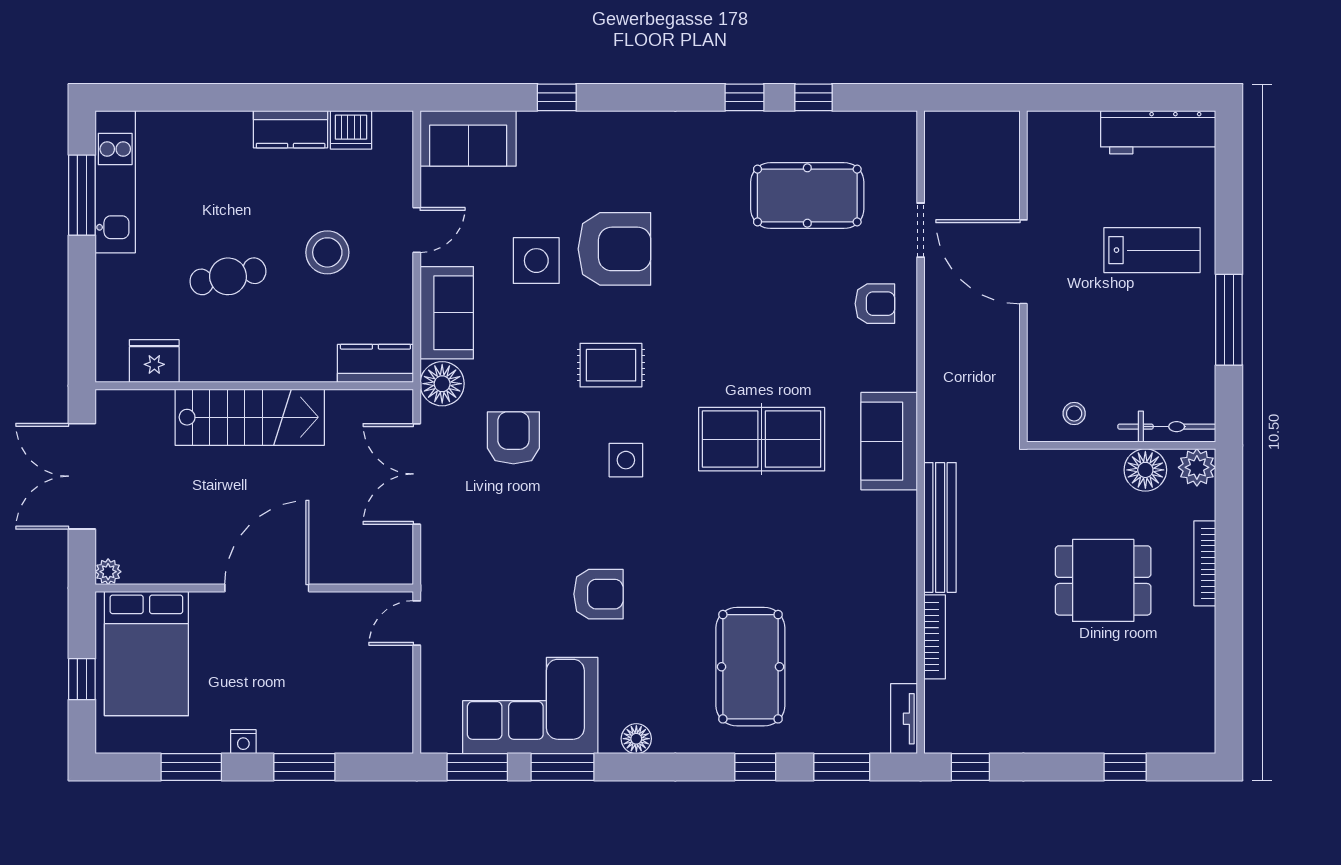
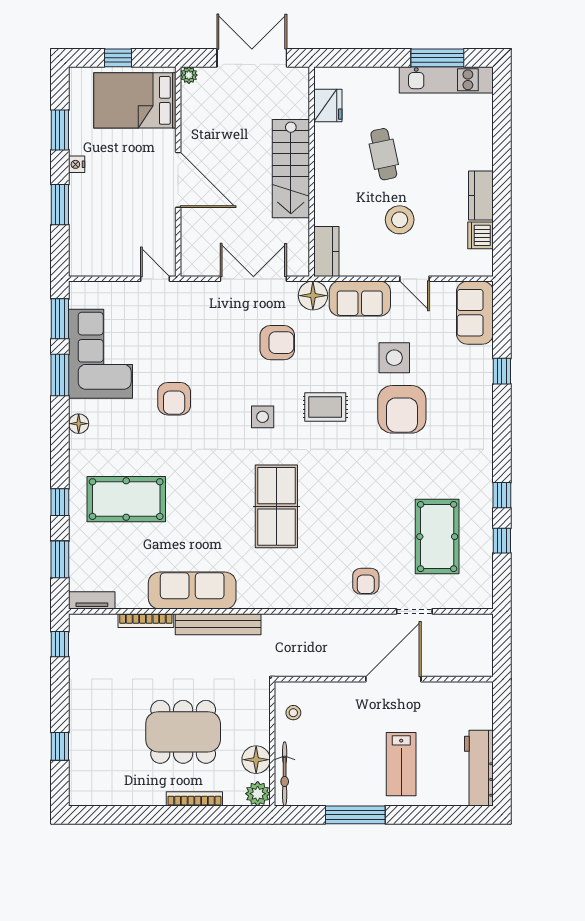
rug: (611, 365) -> (325, 407), turned 90
sofa: (889, 441) -> (192, 591), moved, width x1.36
dining table: (1103, 580) -> (183, 732), width x1.38

